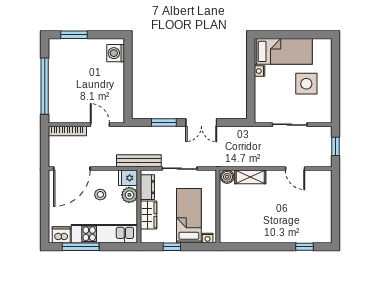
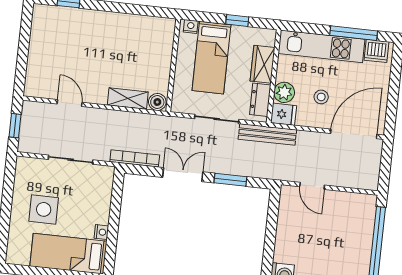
bookcase: (67, 131) -> (135, 158), moved

